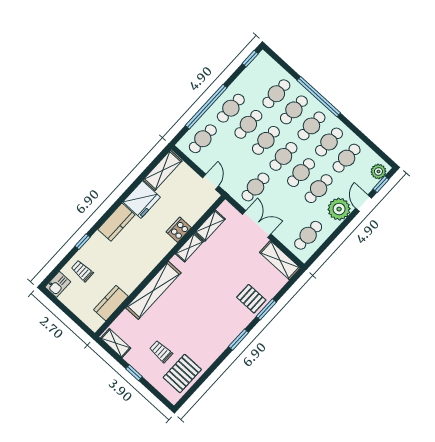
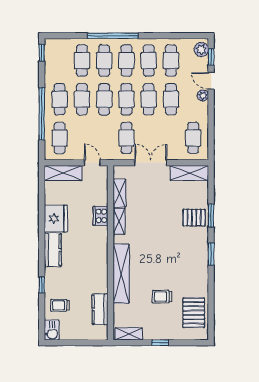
shelving: (163, 170) -> (63, 173), moved, turned 90
plant: (339, 209) -> (203, 95), width x0.53, depth x0.53
trolley: (161, 351) -> (162, 297), moved

